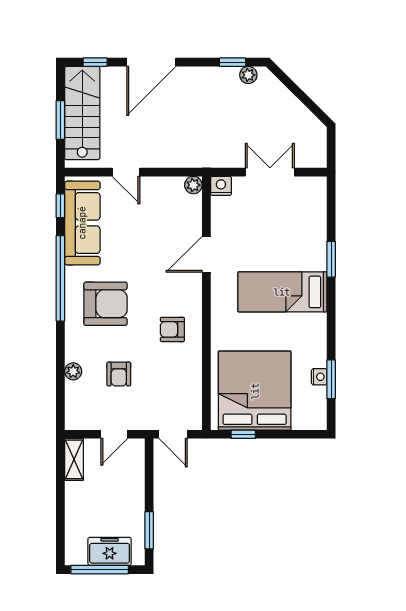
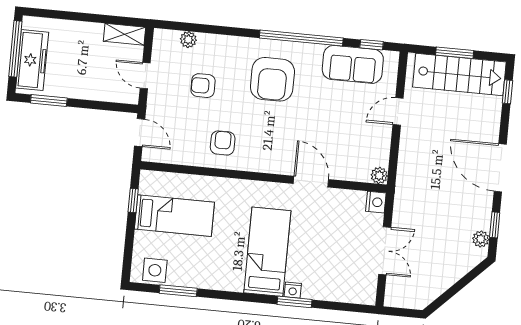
door: (151, 62) -> (500, 168), moved
sofa: (82, 223) -> (353, 64), width x0.73
armchair: (172, 329) -> (223, 143), moved
plant: (73, 371) -> (188, 40), moved
nightstand: (319, 377) -> (293, 290), moved
bed: (255, 391) -> (174, 216), width x0.49
side table: (312, 405) -> (155, 270), added
door: (173, 434) -> (140, 133), swing flipped
freezer: (110, 551) -> (32, 60), width x1.40

